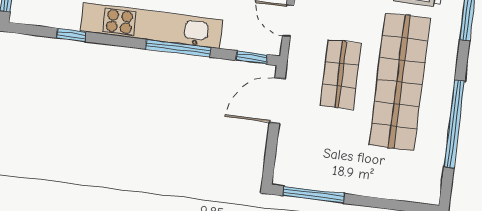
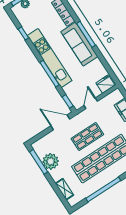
plant: (330, 174) -> (51, 161), added
shelving: (398, 190) -> (64, 189), added

